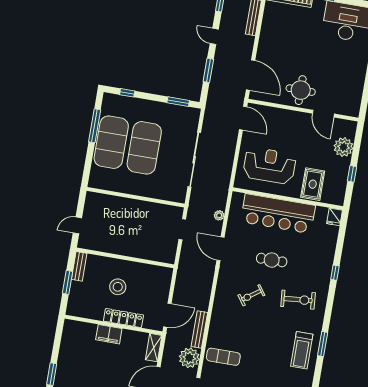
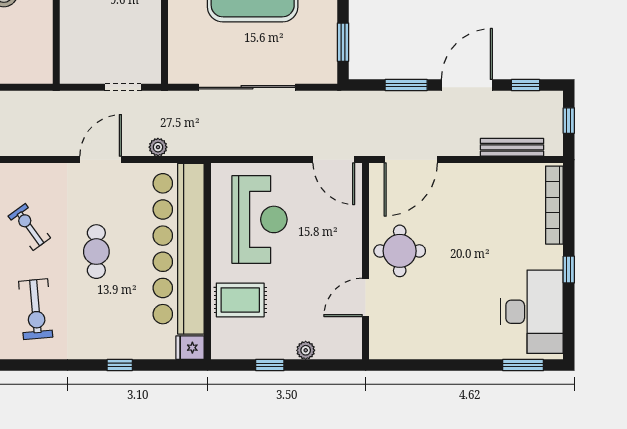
door: (214, 36) -> (467, 85), width x1.88
door: (243, 118) -> (334, 160), hinge flipped
plant: (343, 147) -> (306, 350), width x0.53, depth x0.53
bar counter: (278, 214) -> (179, 249), width x1.36
window: (335, 273) -> (120, 365), moved

